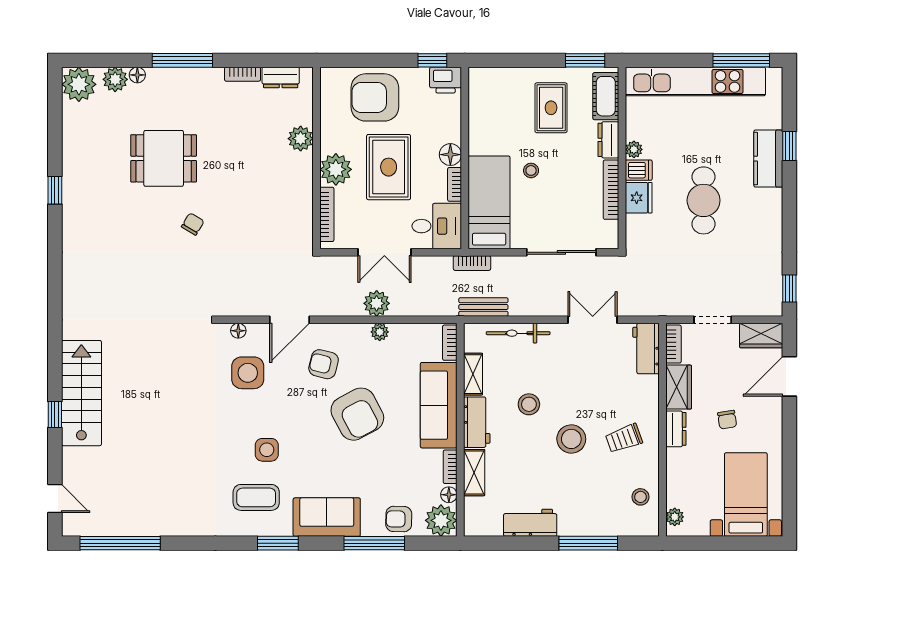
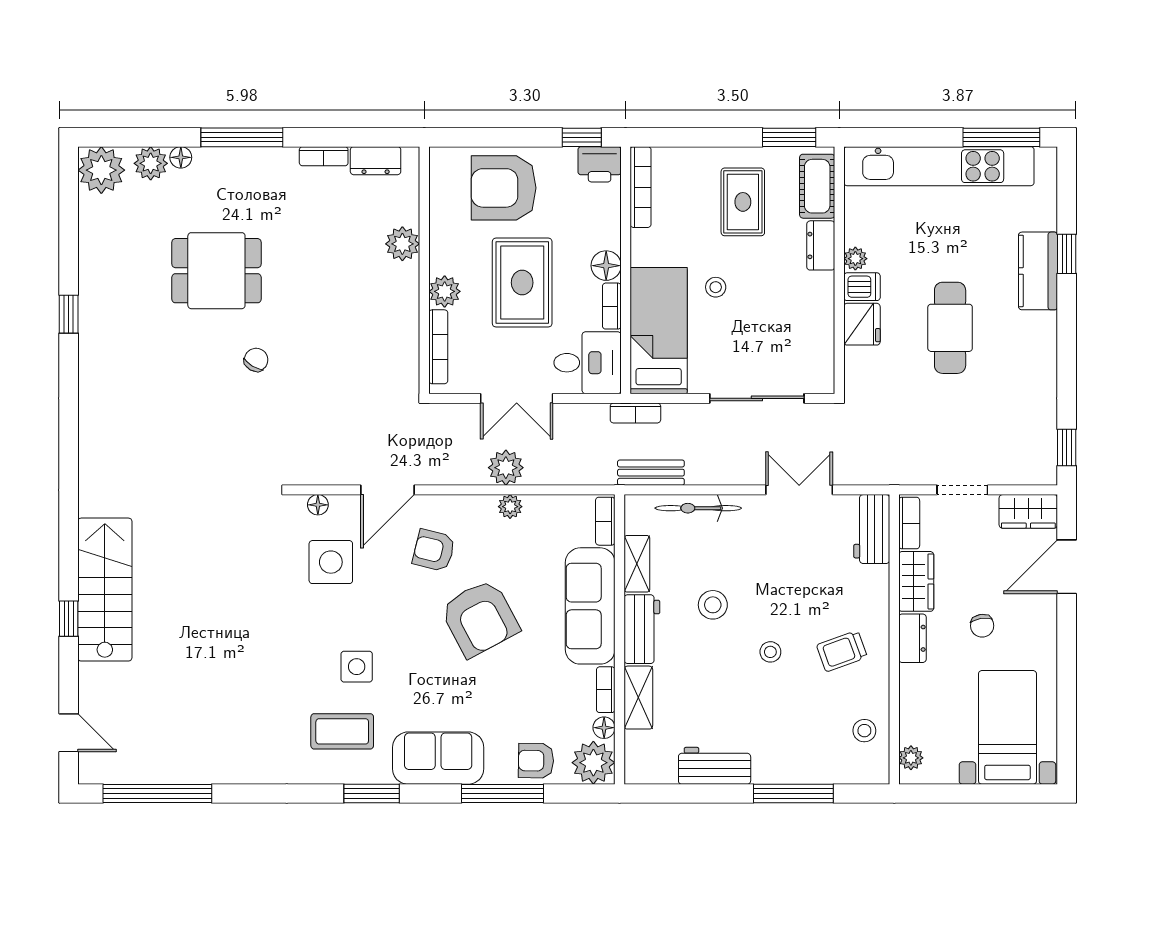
plant: (336, 169) -> (445, 291), width x0.73, depth x0.73
bookcase: (611, 190) -> (641, 187), moved, turned 180
stool: (571, 439) -> (770, 652), width x0.53, depth x0.53

